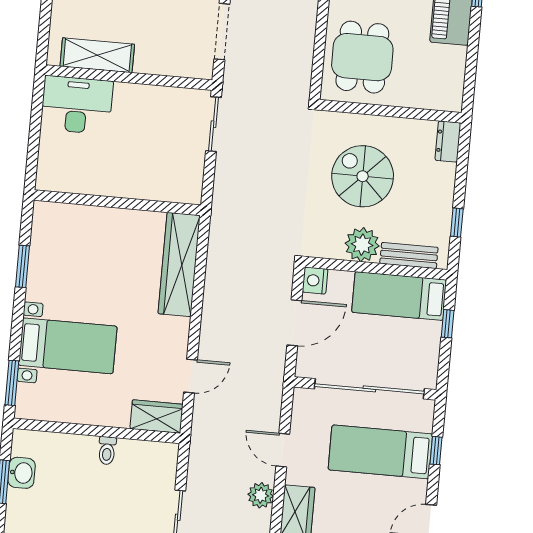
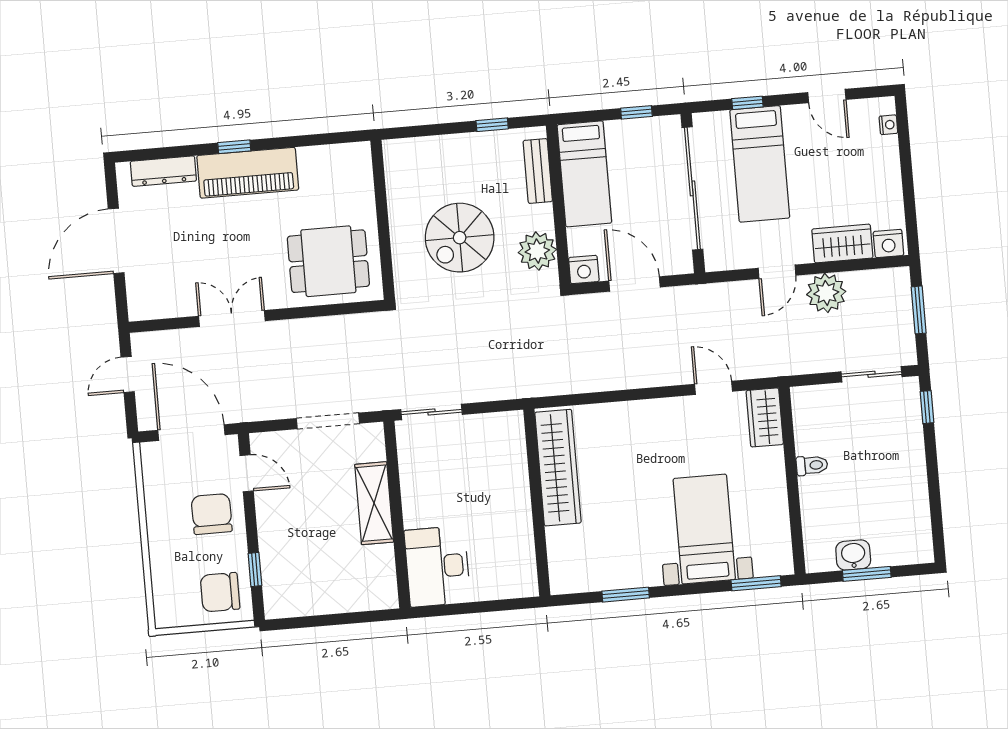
shelving: (97, 55) -> (374, 503), moved
dresser: (448, 142) -> (405, 150), removed
plant: (362, 245) -> (537, 251), moved
wardrobe: (179, 264) -> (558, 468), moved, turned -90
window: (448, 324) -> (636, 112), moved
plant: (261, 495) -> (826, 293), width x1.36, depth x1.36

